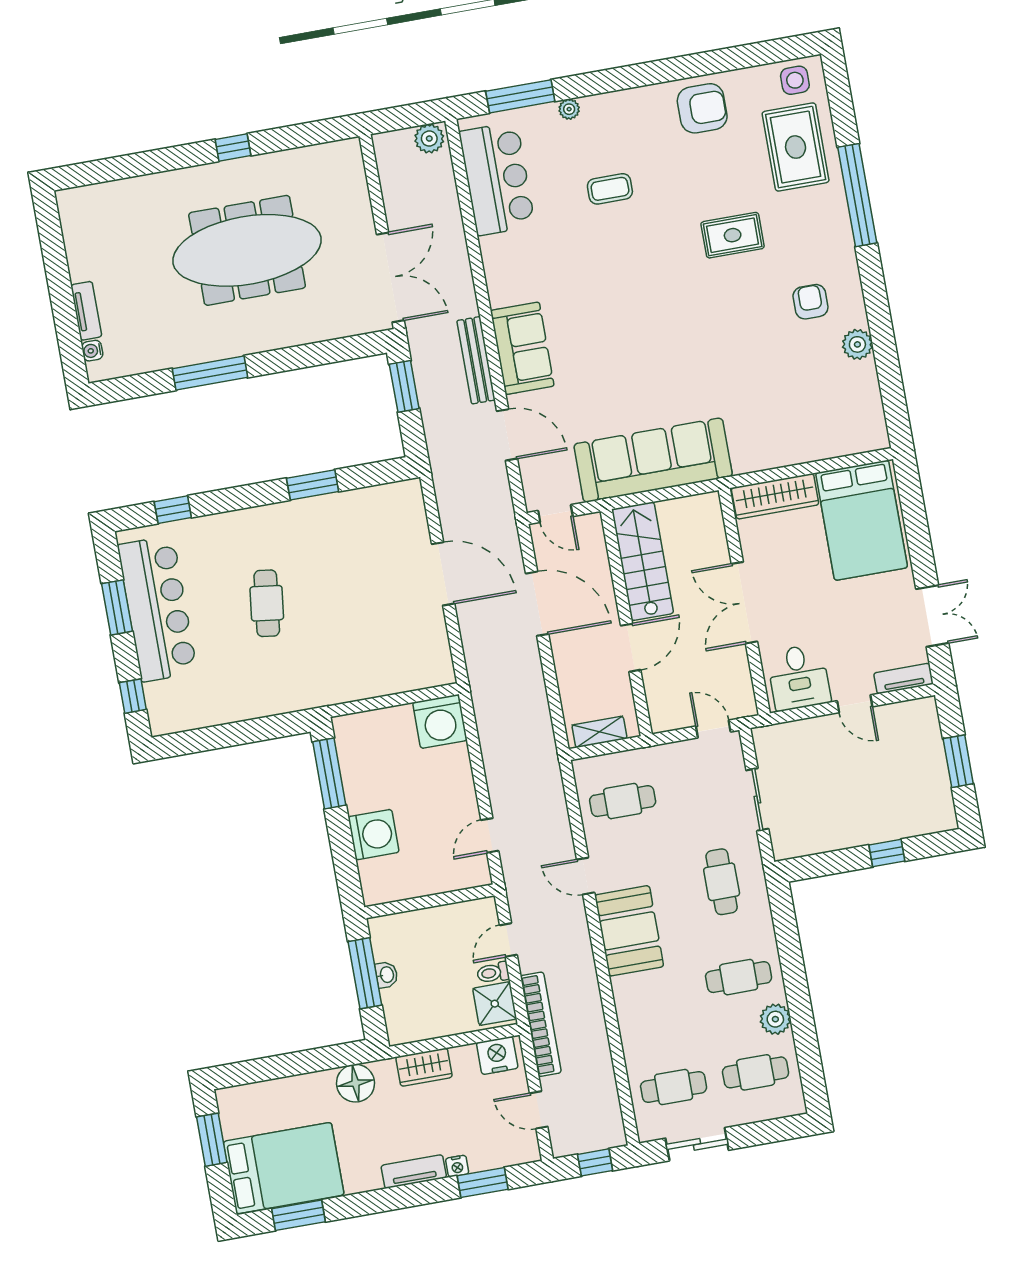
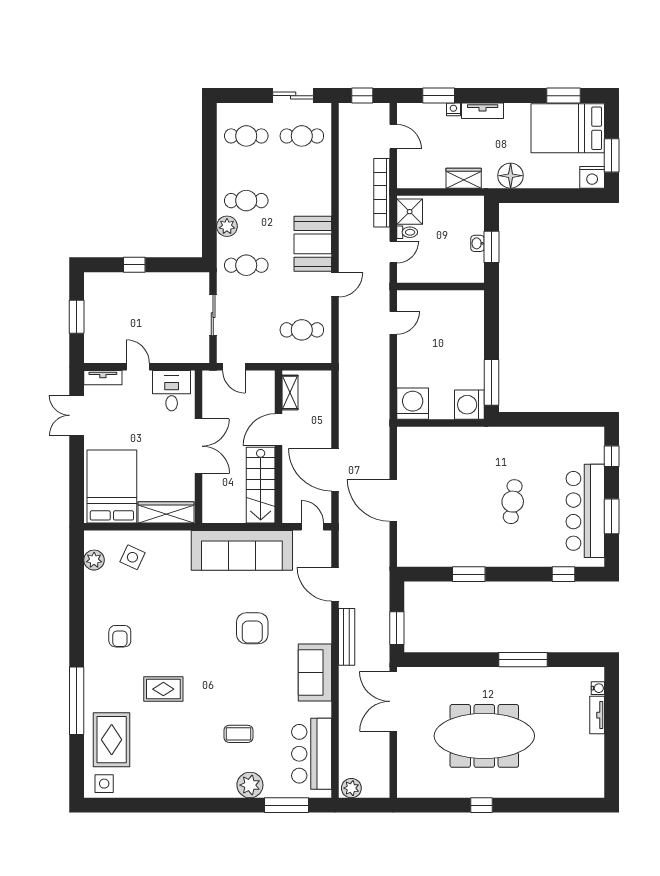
armchair: (702, 108) -> (252, 628), moved, turned -90
plant: (569, 109) -> (250, 785), width x1.87, depth x1.87
plant: (857, 344) -> (94, 560), moved
sofa: (522, 348) -> (315, 672), moved
side table: (813, 421) -> (132, 557), added
shelving: (599, 732) -> (290, 392), moved, turned 90
washing machine: (374, 835) -> (469, 405), moved
door: (586, 876) -> (335, 285), hinge flipped
cafe table: (722, 882) -> (246, 265), turned 90
window: (365, 973) -> (491, 247), width x0.69
plant: (775, 1019) -> (227, 226), moved
nightstand: (497, 1055) -> (592, 177), moved

